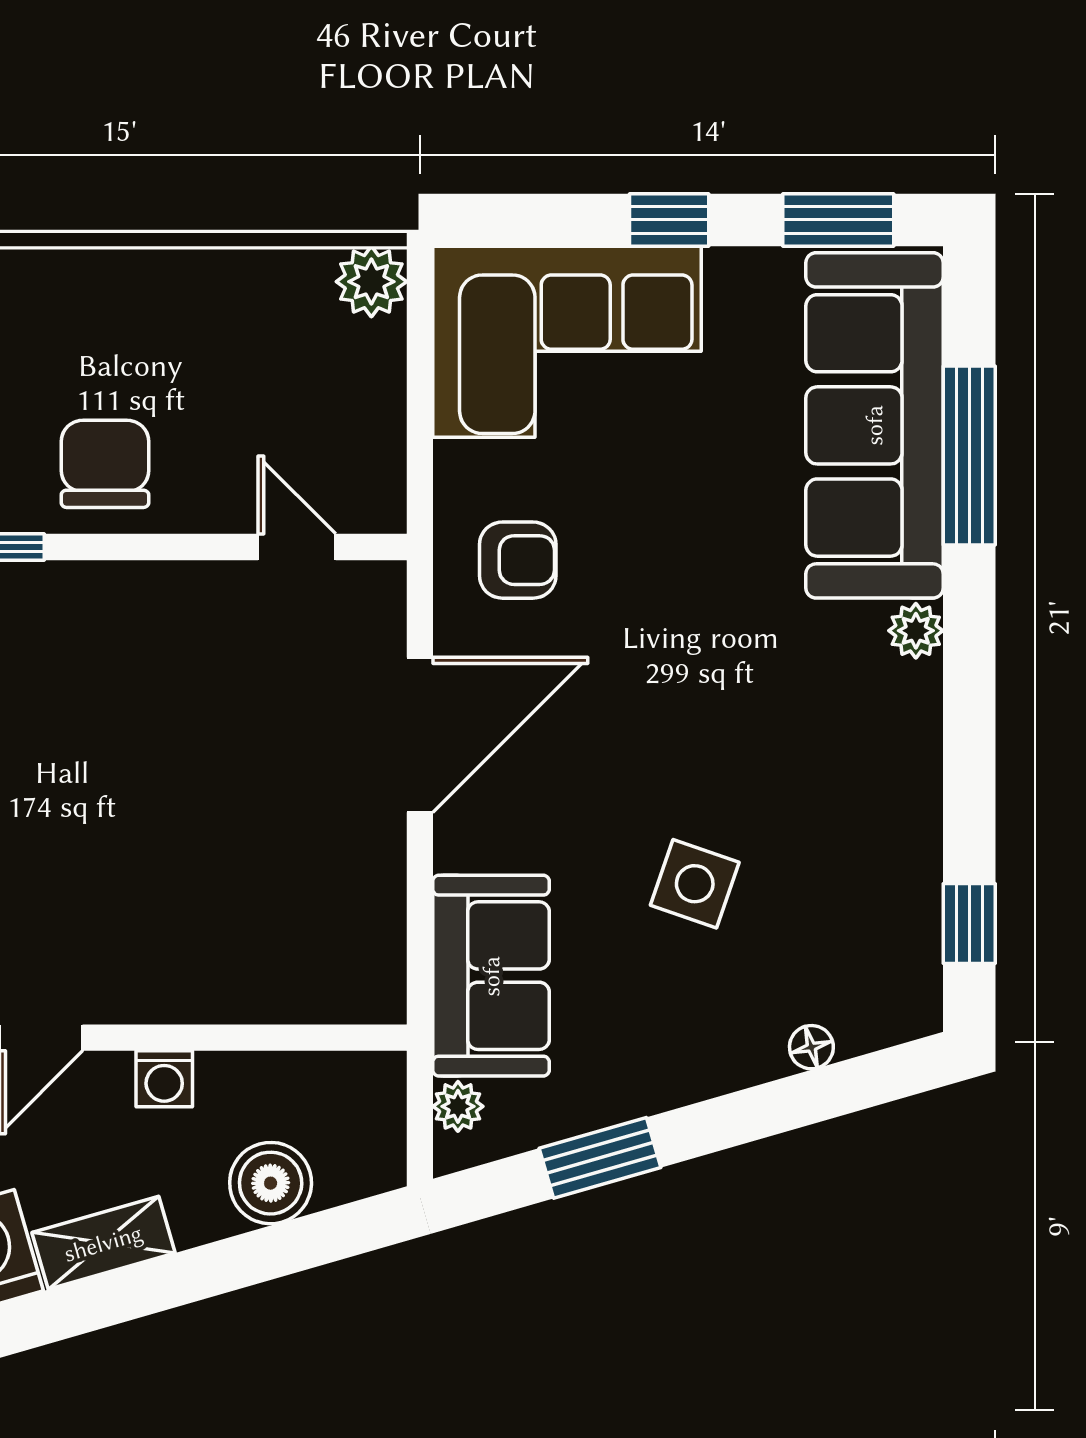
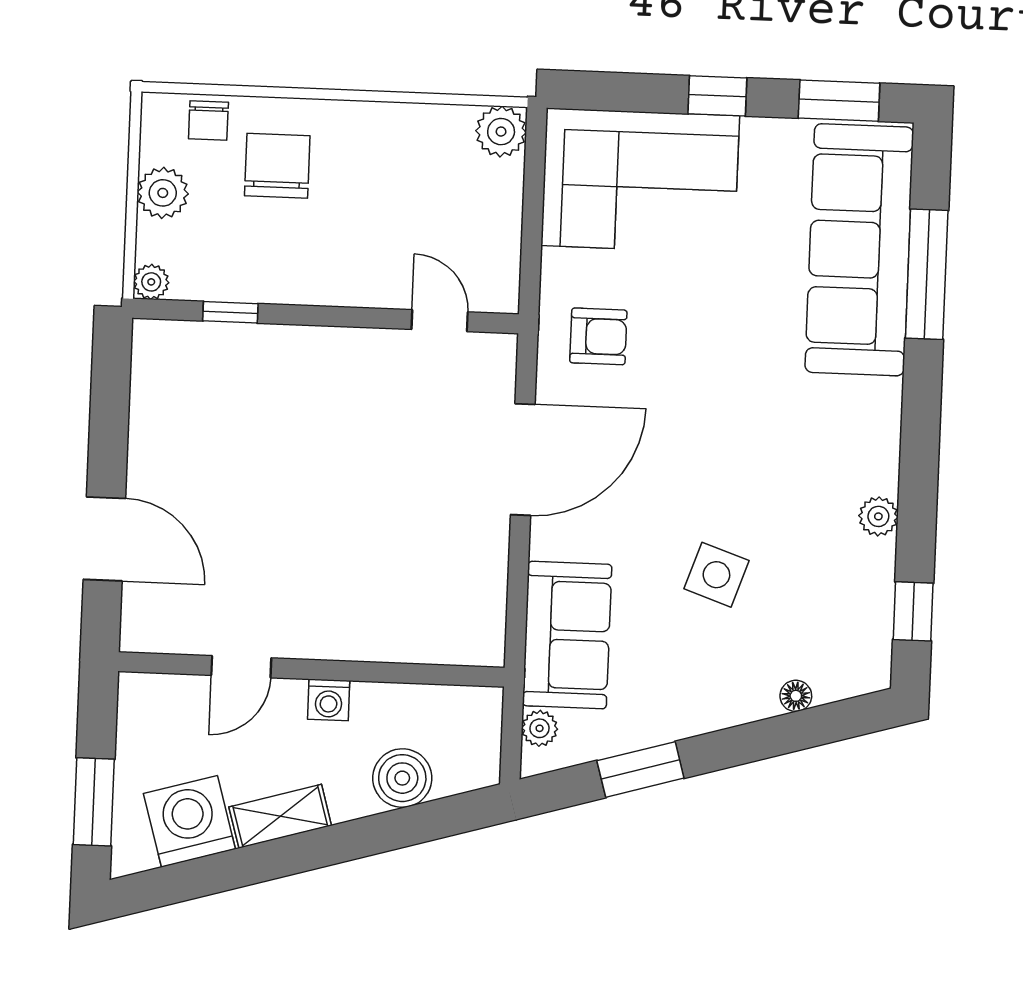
chair: (105, 464) -> (277, 166), moved
plant: (916, 631) -> (878, 516), moved

